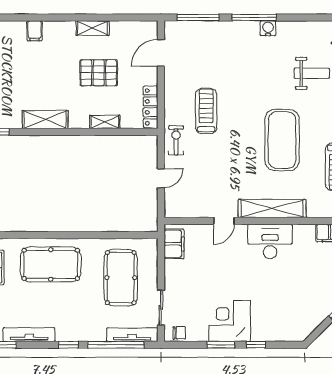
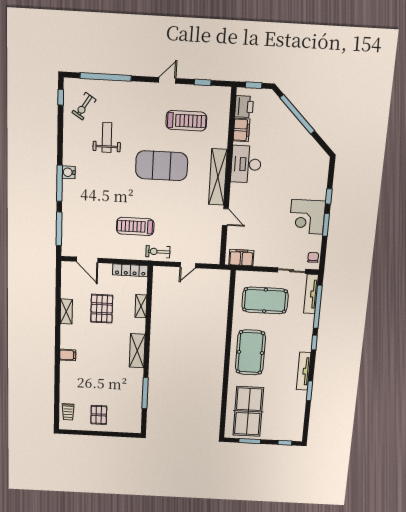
door: (161, 178) -> (188, 265), swing flipped
desk: (270, 241) -> (246, 164), moved

